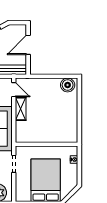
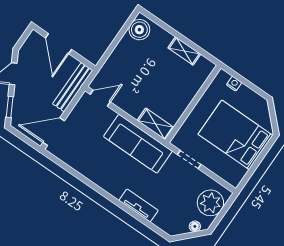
shelving: (21, 109) -> (155, 124), moved
shelving: (73, 119) -> (184, 51), added

